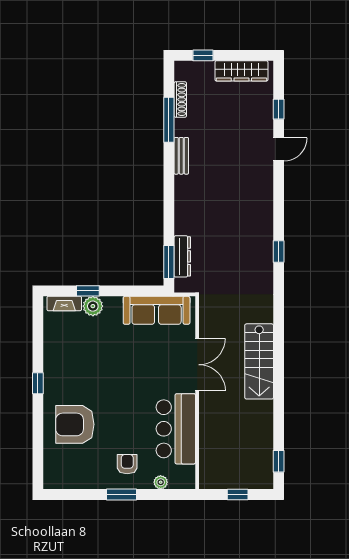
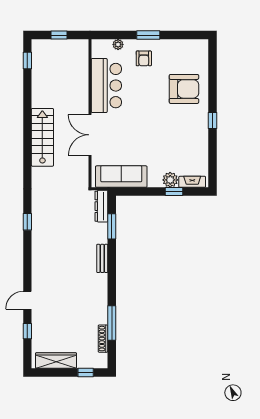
bench: (181, 156) -> (102, 258), moved
dresser: (182, 256) -> (101, 206), moved
window: (169, 262) -> (112, 226), moved

